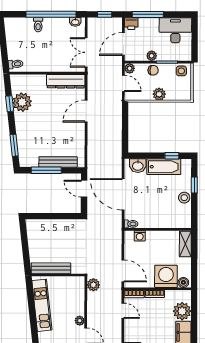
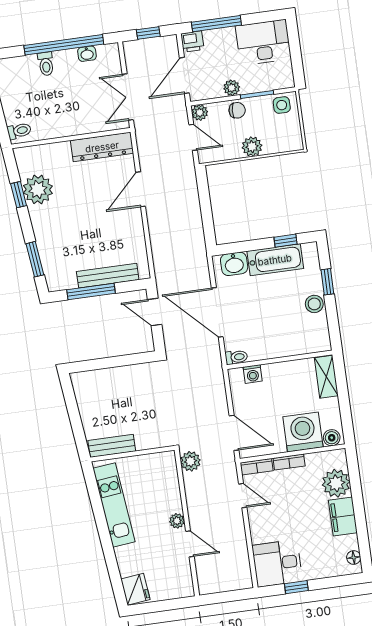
washbasin: (75, 22) -> (87, 54), moved
bench: (51, 268) -> (112, 446), width x0.73

